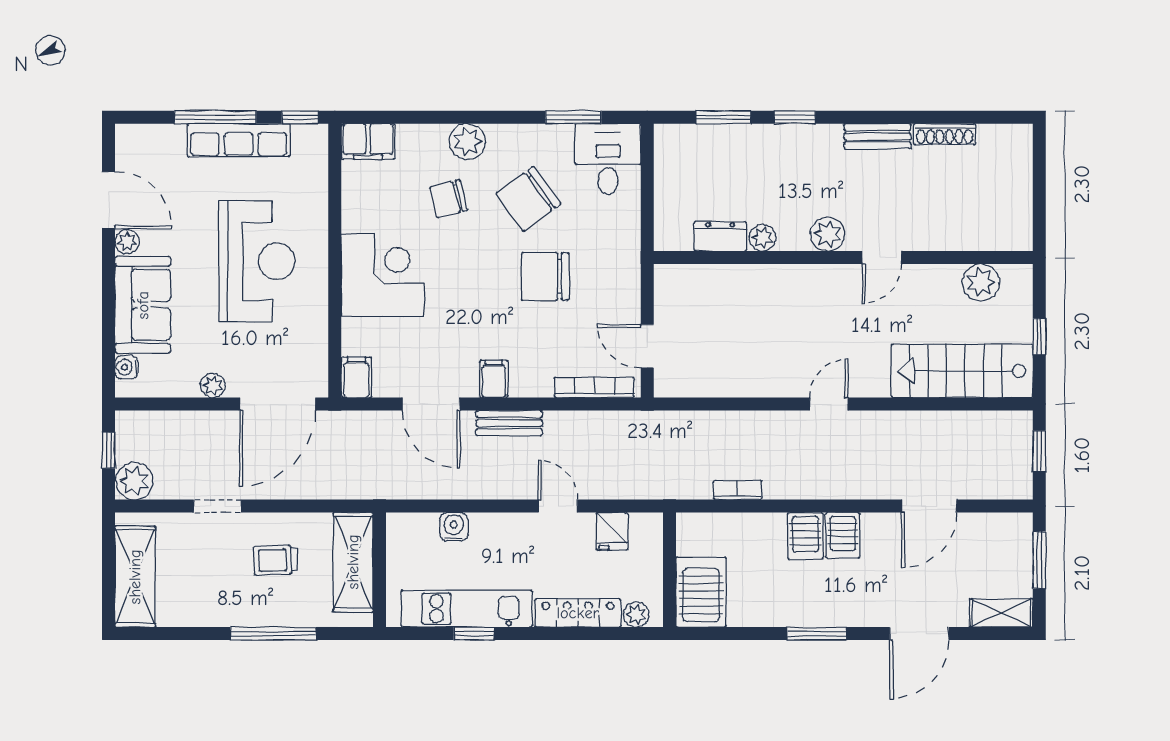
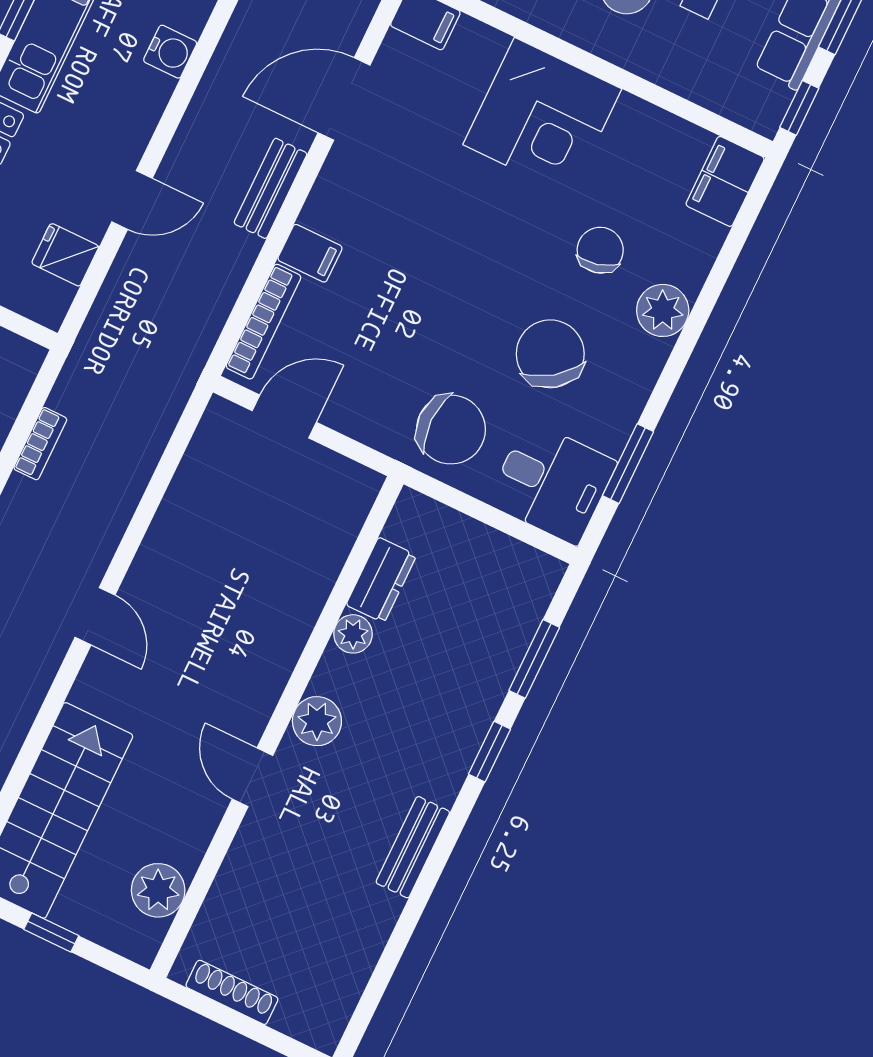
shoe rack: (945, 134) -> (232, 992), moved, turned 90
chair: (545, 276) -> (451, 430), moved, turned 90
filing cabinet: (494, 379) -> (310, 253), moved

